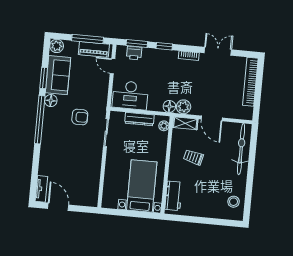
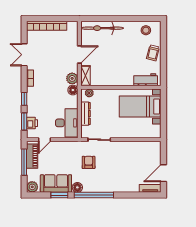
trolley: (193, 157) -> (153, 53), moved

